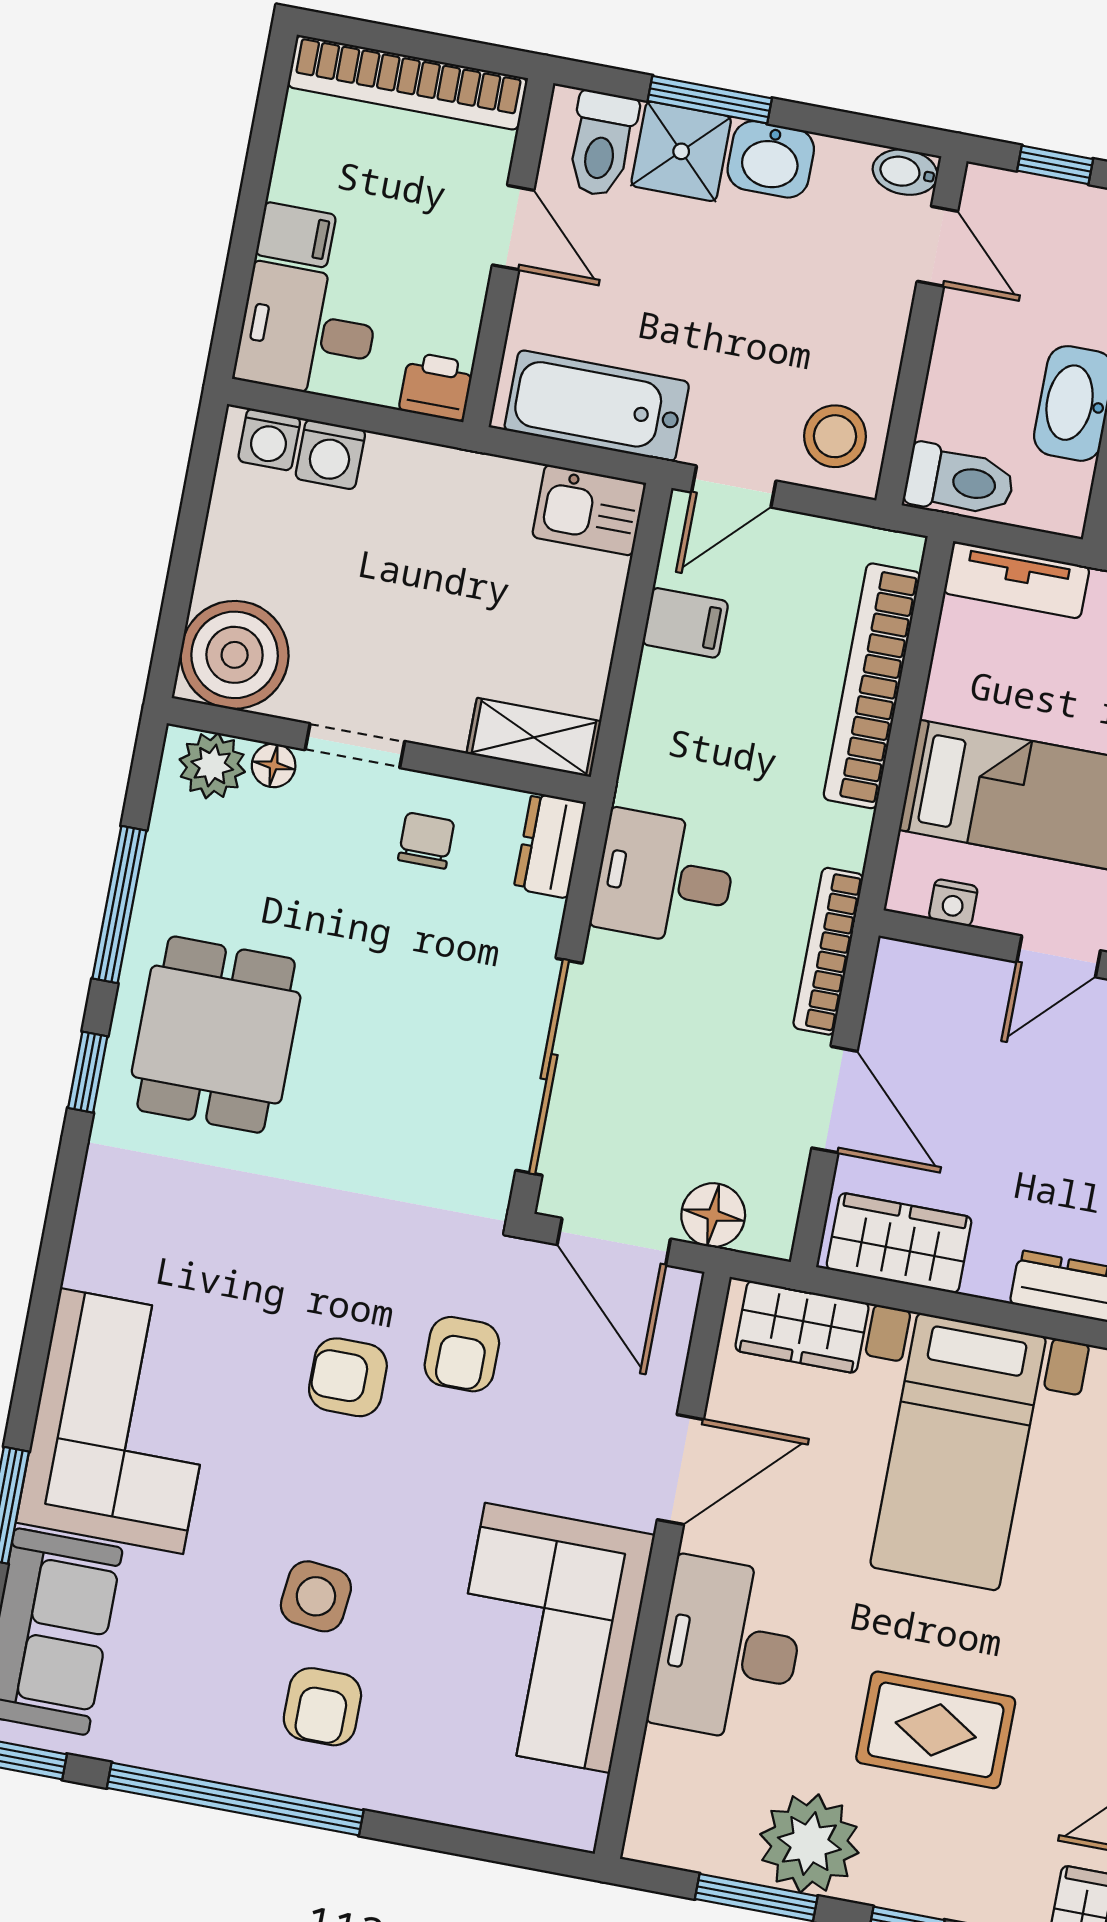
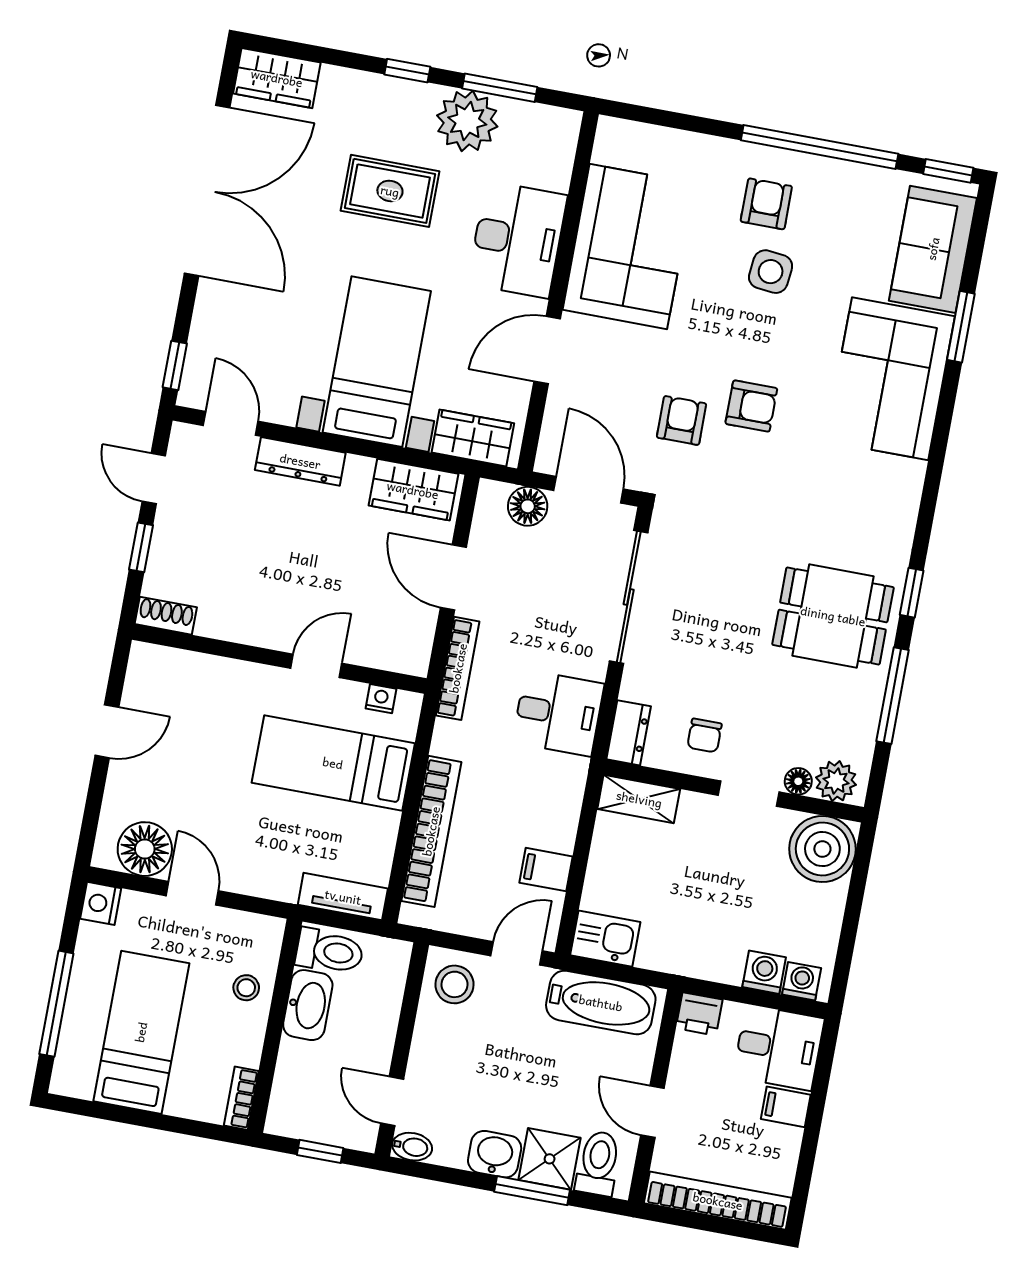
toilet: (960, 481) -> (330, 951), moved, turned 180
dining table: (216, 1035) -> (833, 616), turned 90

